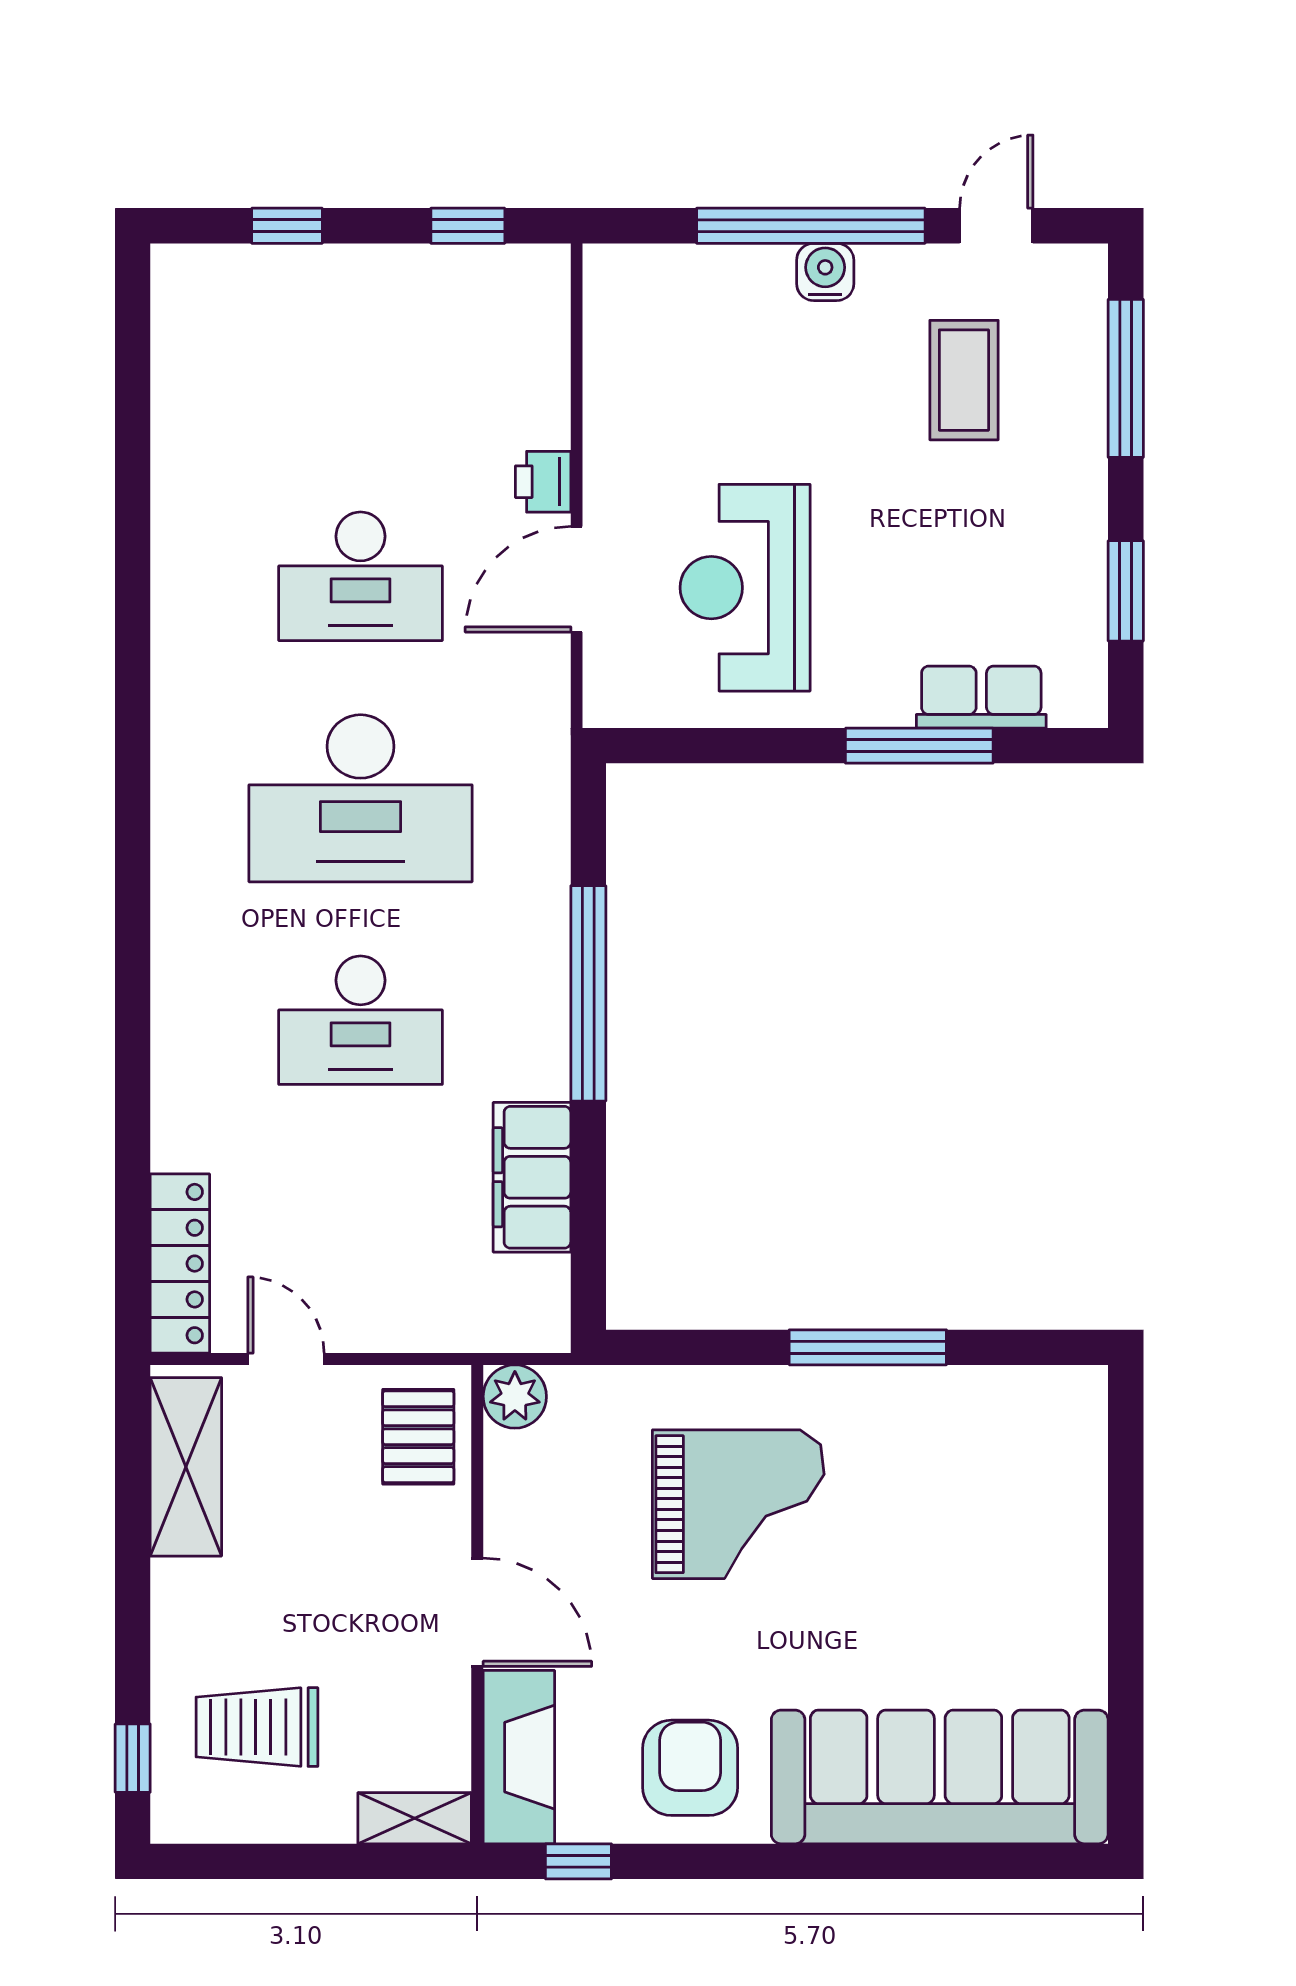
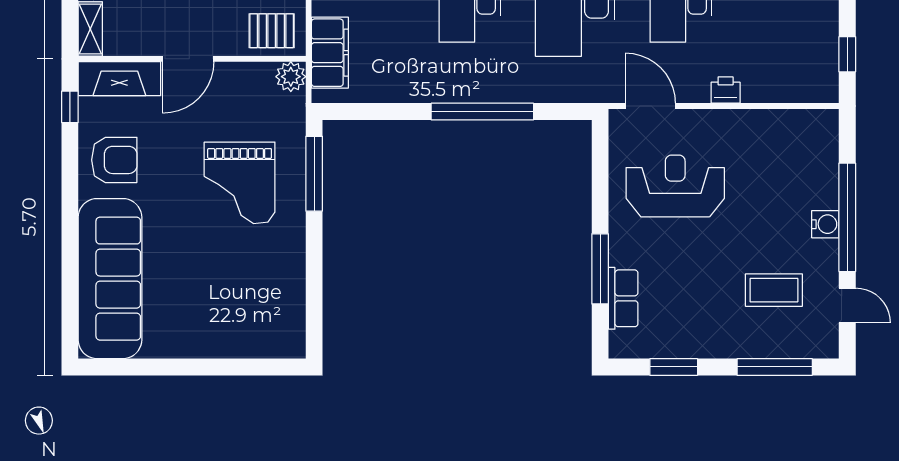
door: (577, 579) -> (650, 106), moved
filing cabinet: (532, 1177) -> (330, 53), moved, turned 90
window: (868, 1347) -> (314, 174), moved

